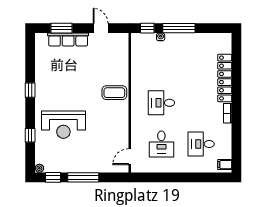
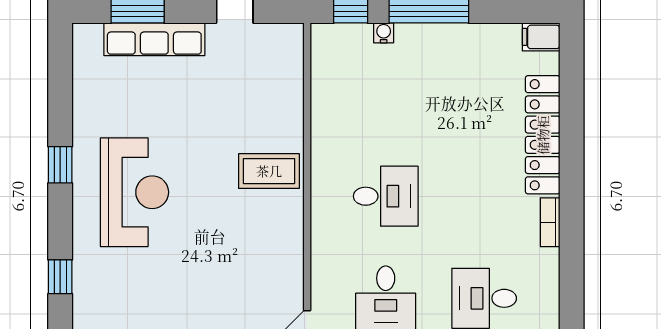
filing cabinet: (224, 39) -> (541, 37), added
desk: (161, 103) -> (386, 196), turned 180
reception desk: (63, 125) -> (134, 192), moved, turned -90

